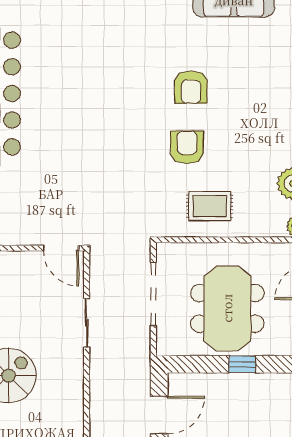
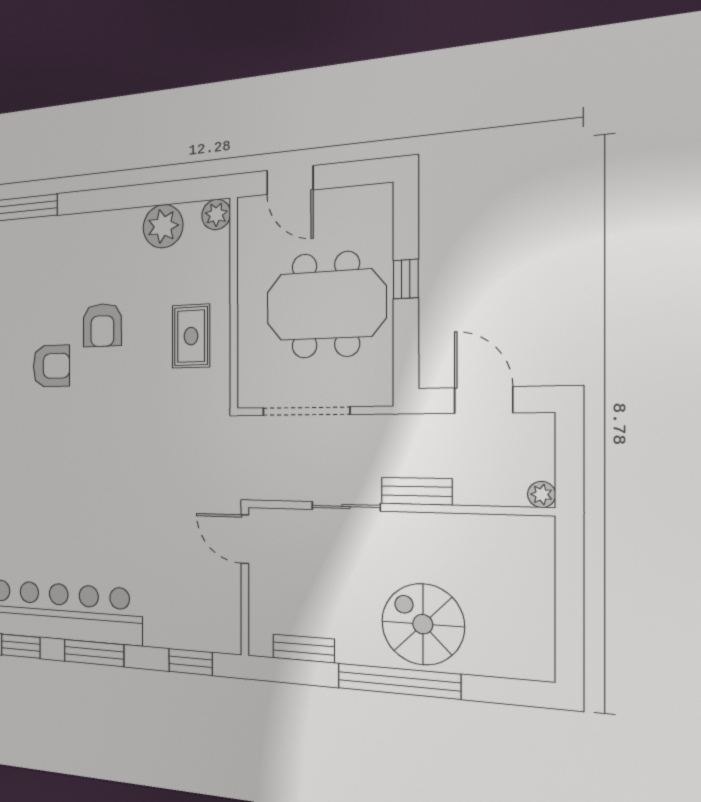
armchair: (187, 147) -> (102, 325), moved, turned -90
door: (61, 248) -> (245, 539), swing flipped
bench: (98, 371) -> (416, 491), added

